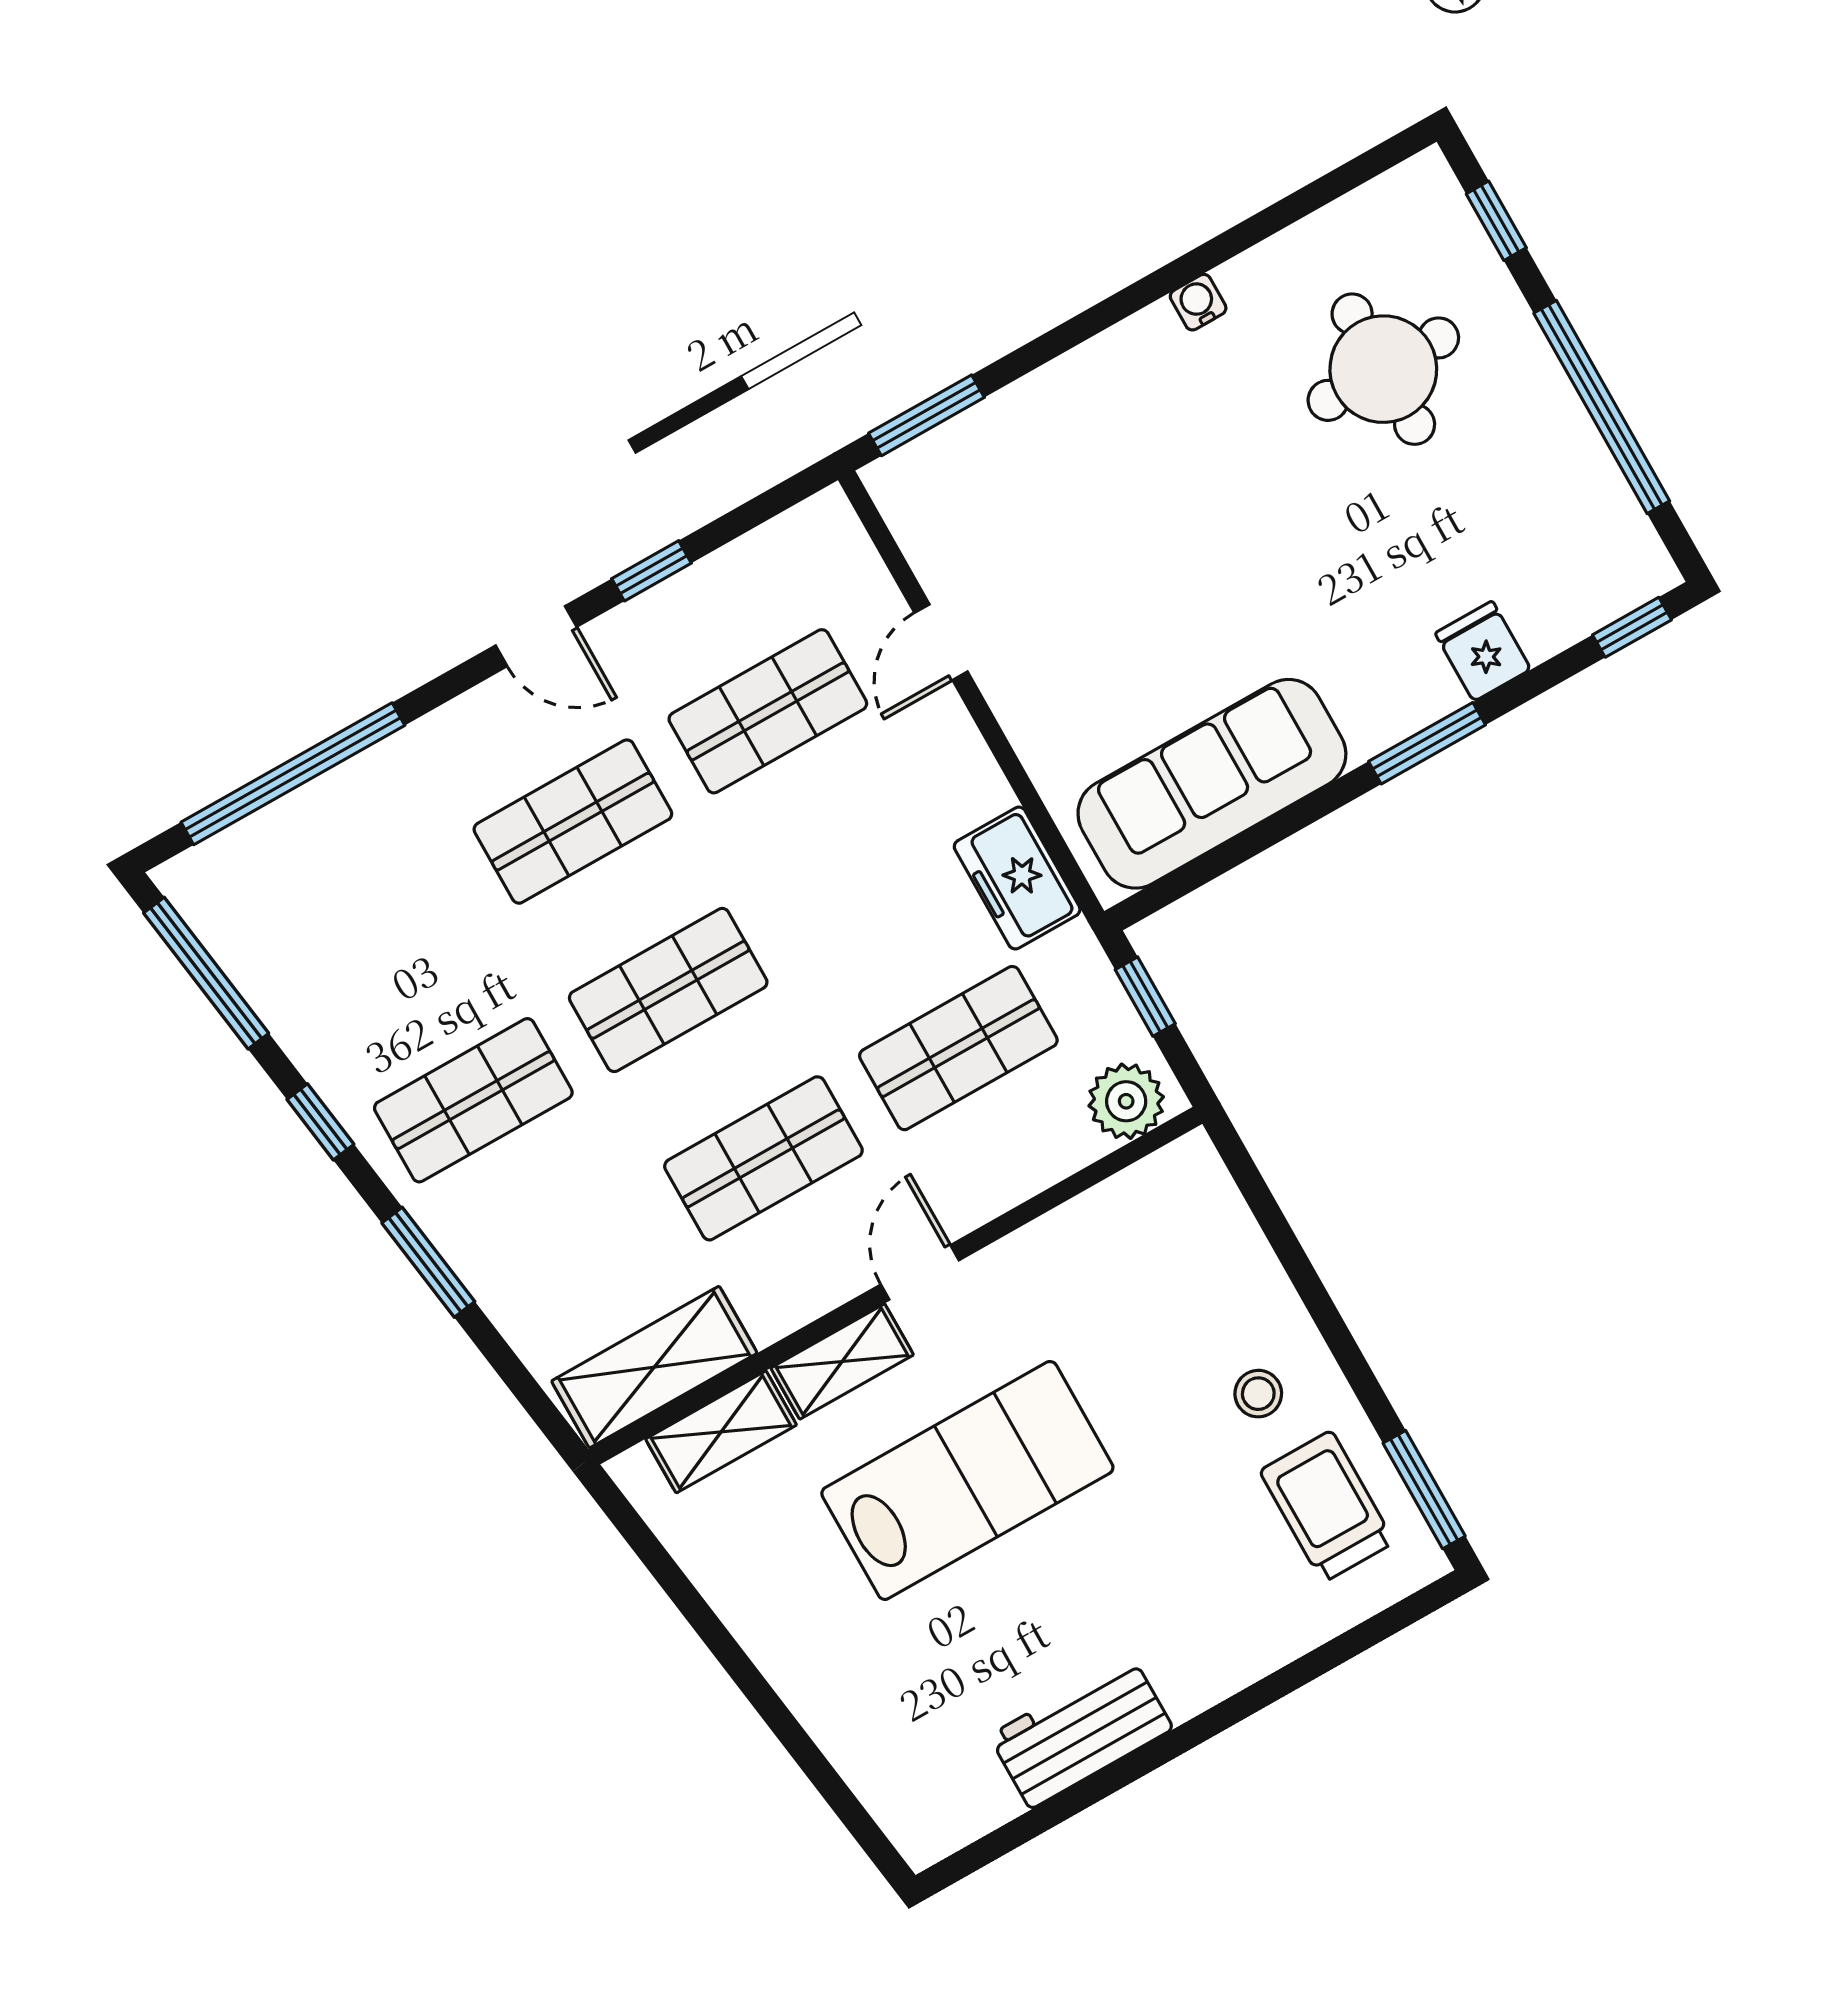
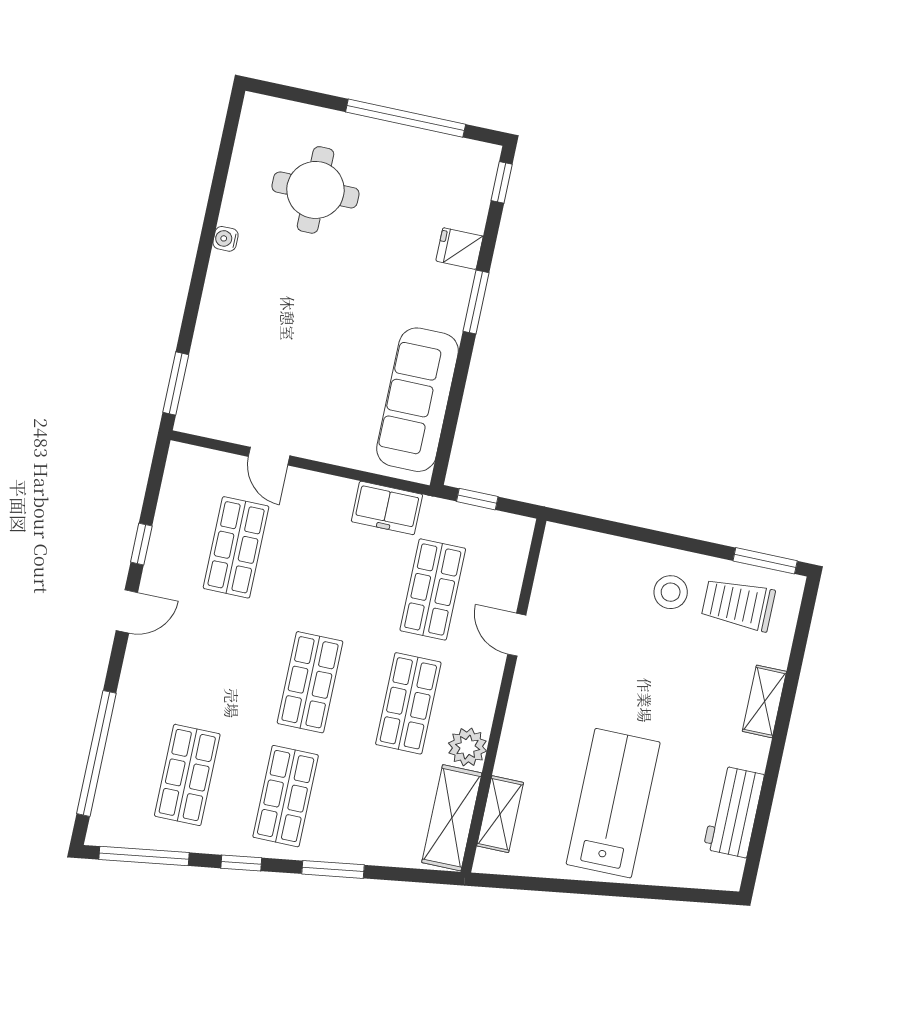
window: (1496, 221) -> (297, 95), removed
shop shelf: (573, 822) -> (187, 775), moved
plant: (1126, 1101) -> (468, 747), moved
door: (920, 1272) -> (517, 635), moved
shelving: (842, 1361) -> (764, 701), moved
stool: (1258, 1394) -> (671, 592), width x1.37, depth x1.37
lab bench: (967, 1480) -> (613, 803), moved
workbench: (1081, 1732) -> (734, 812), moved

